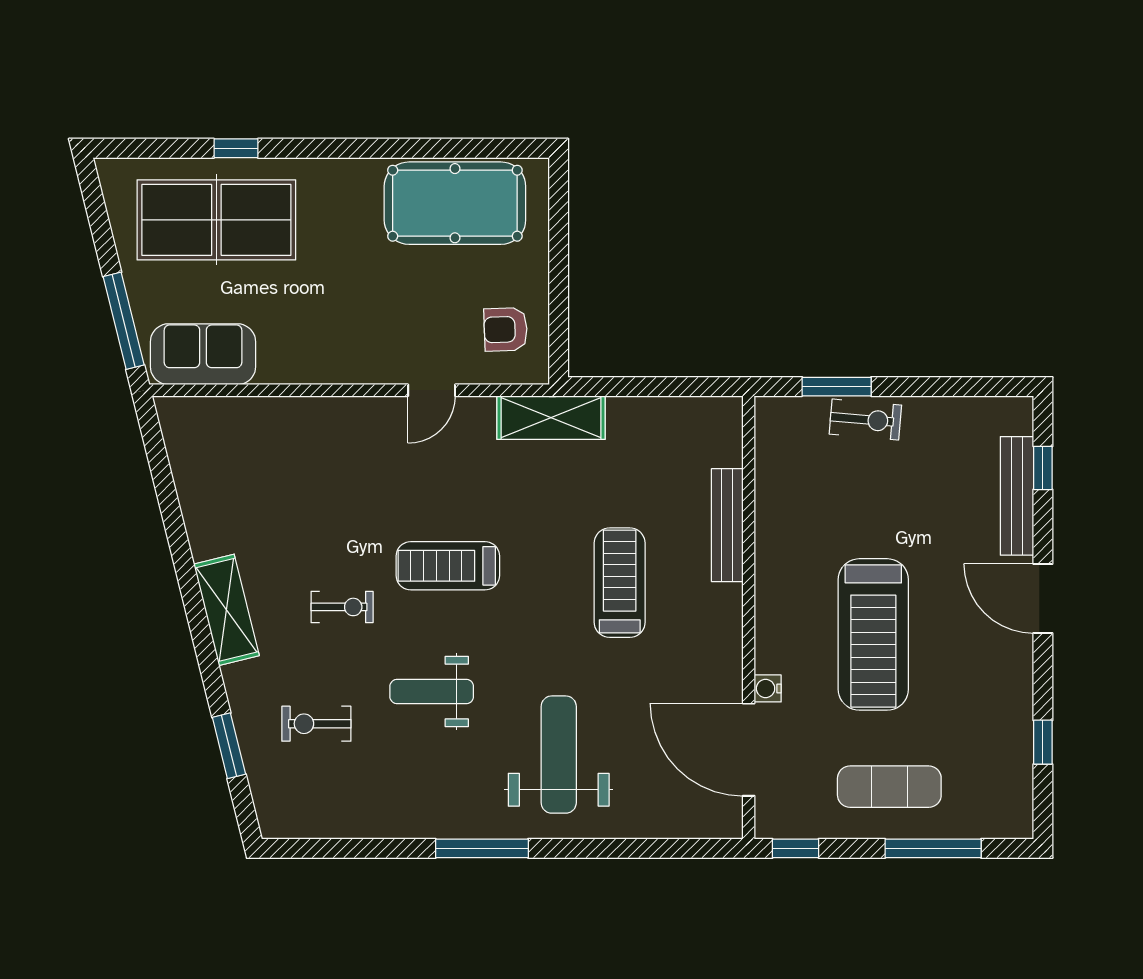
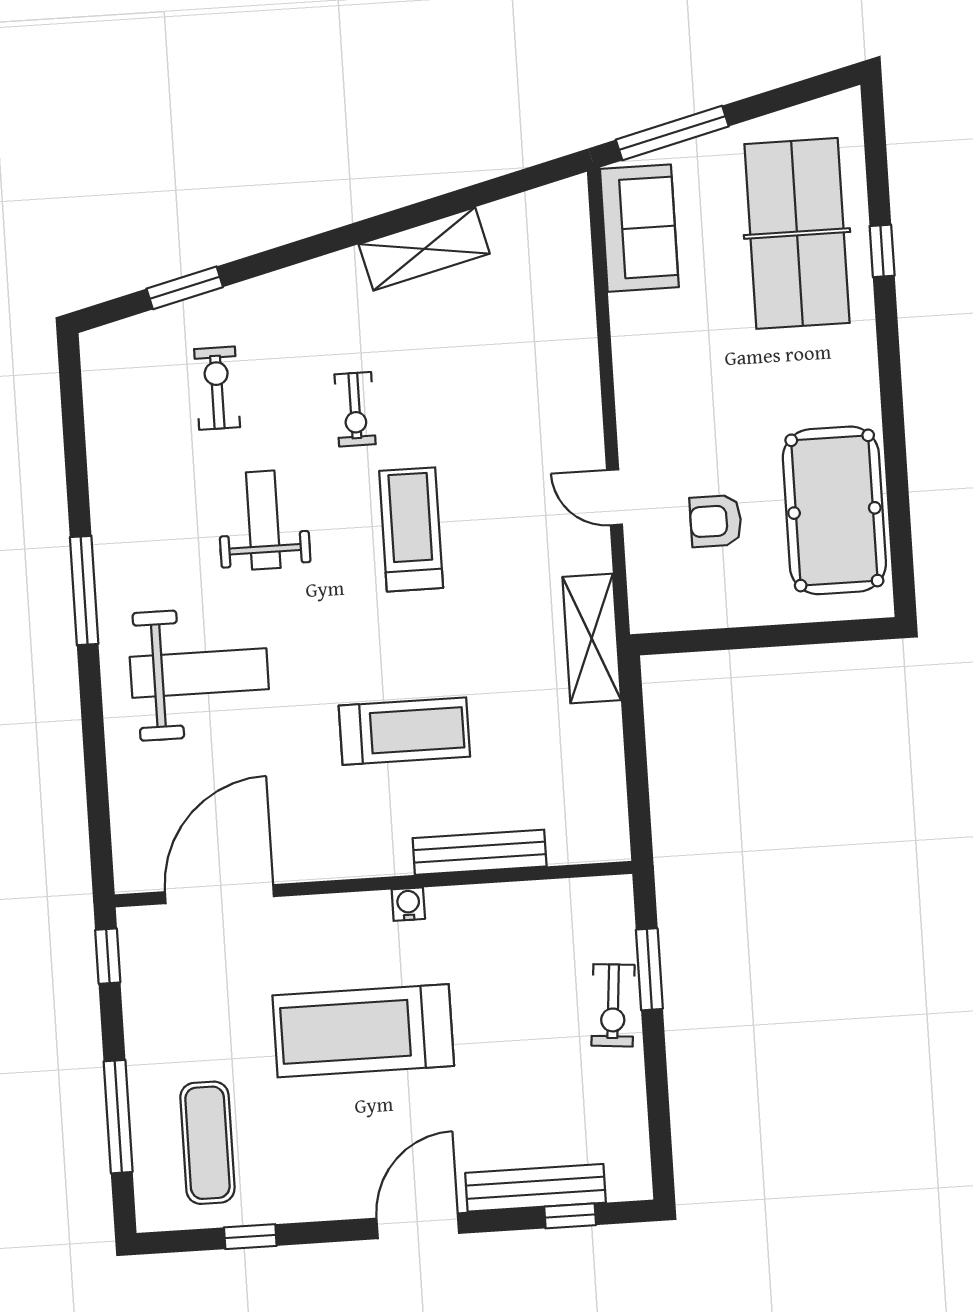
armchair: (506, 329) -> (716, 521), moved, turned -88
shelving: (226, 610) -> (424, 249), moved
water cooler: (768, 688) -> (408, 904), moved
exercise mat: (889, 787) -> (207, 1143), moved

